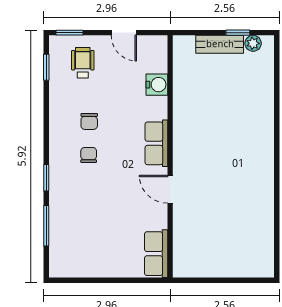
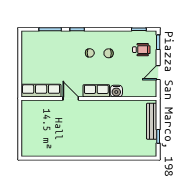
plant: (253, 43) -> (152, 145), removed
bench: (220, 44) -> (152, 121), width x1.36
water cooler: (157, 85) -> (116, 91), moved
door: (170, 189) -> (71, 98), hinge flipped
row of seats: (156, 254) -> (41, 91), width x1.48

